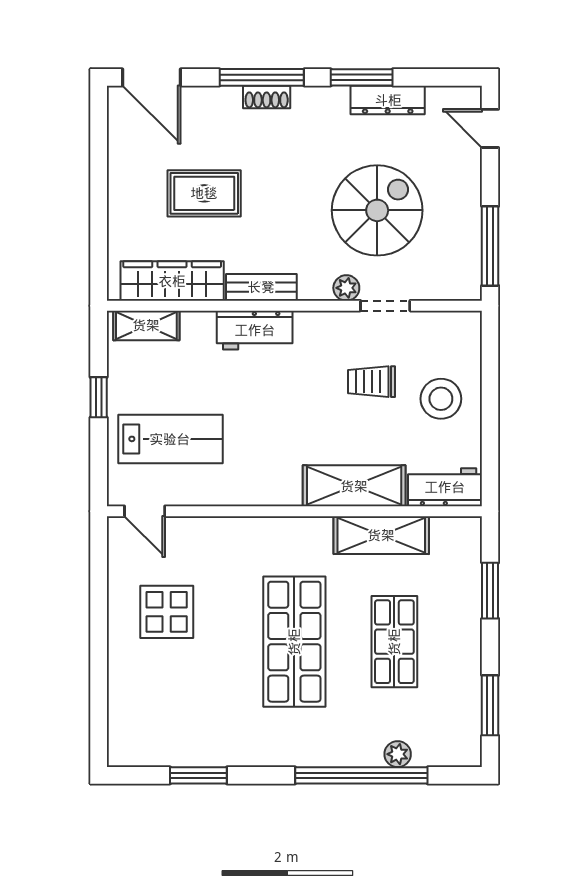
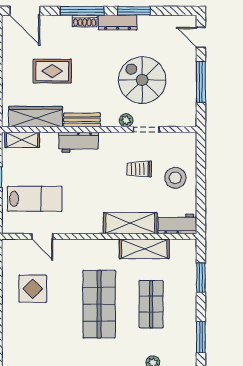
dresser: (388, 100) -> (118, 23), moved
spiral stairs: (377, 210) -> (142, 80), turned -90
window: (490, 246) -> (201, 82), moved
door: (145, 511) -> (42, 236), moved

